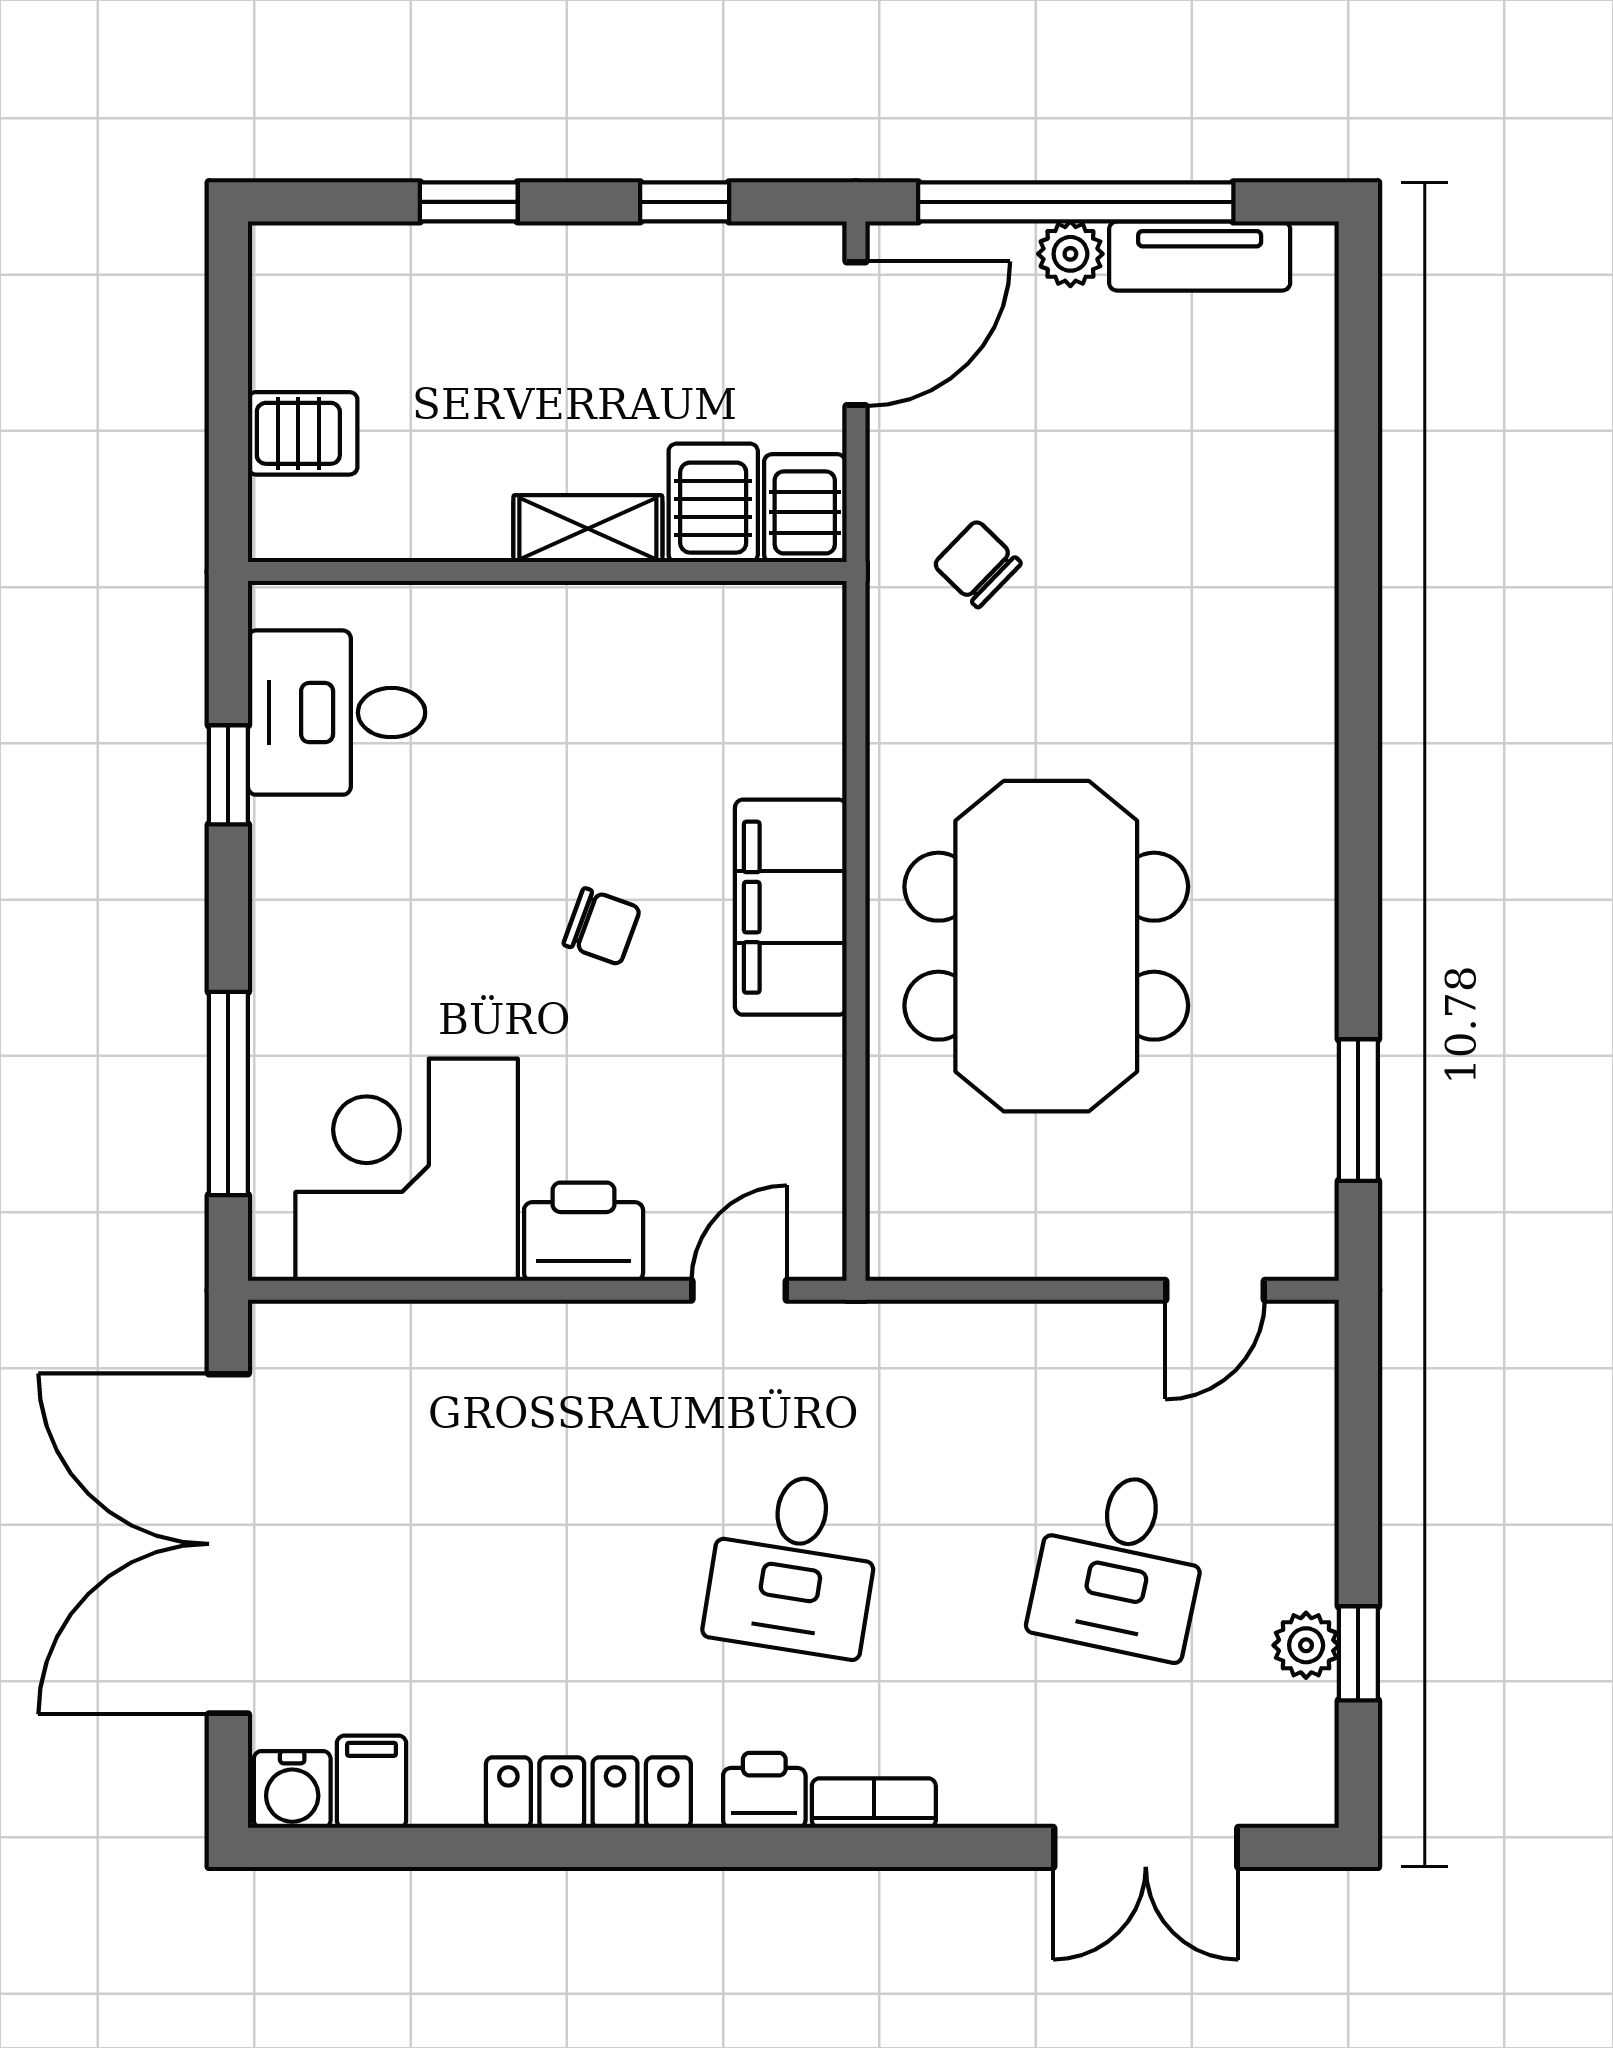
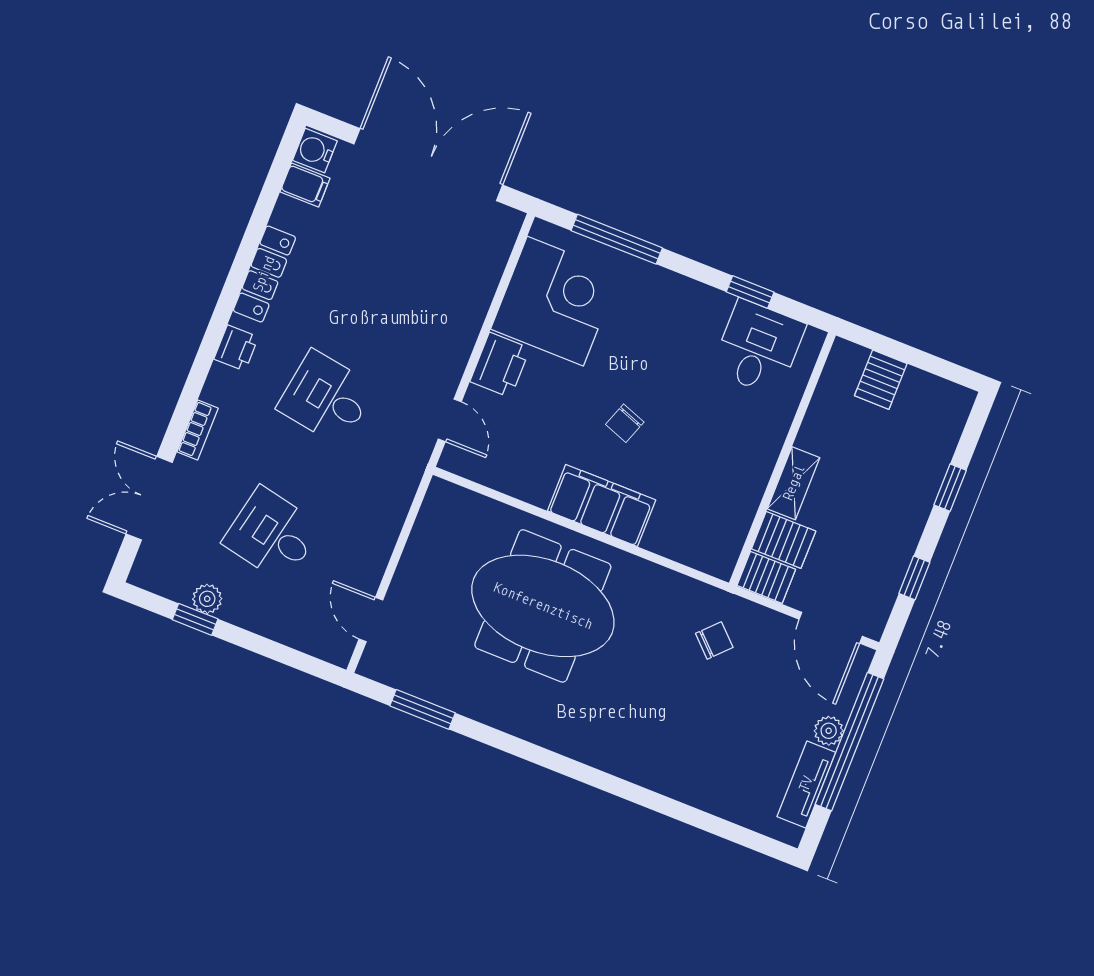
bookcase: (874, 1803) -> (198, 430), moved

